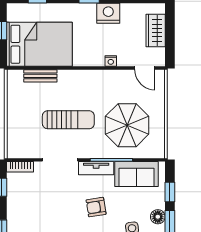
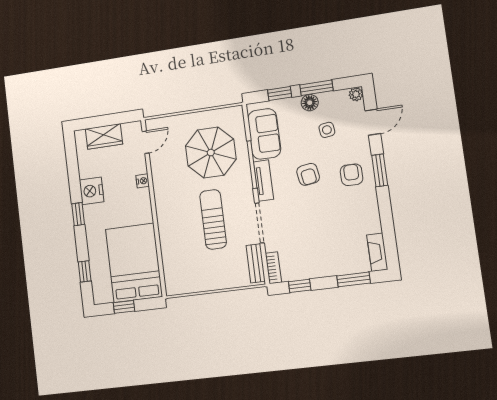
bench: (40, 76) -> (256, 263), moved

